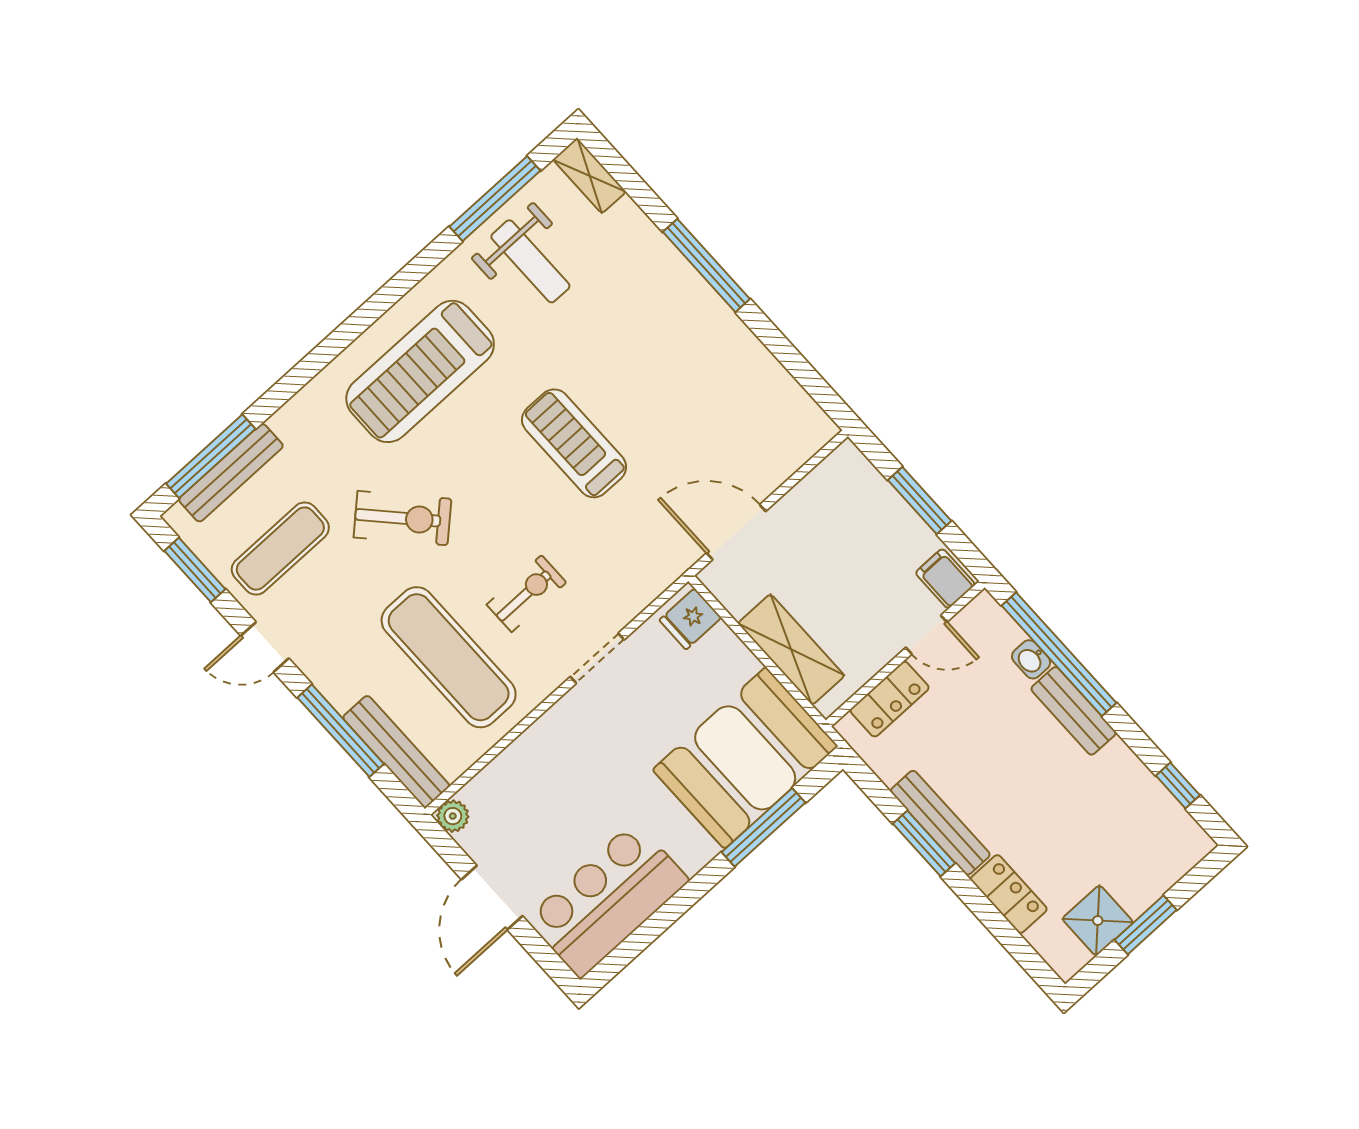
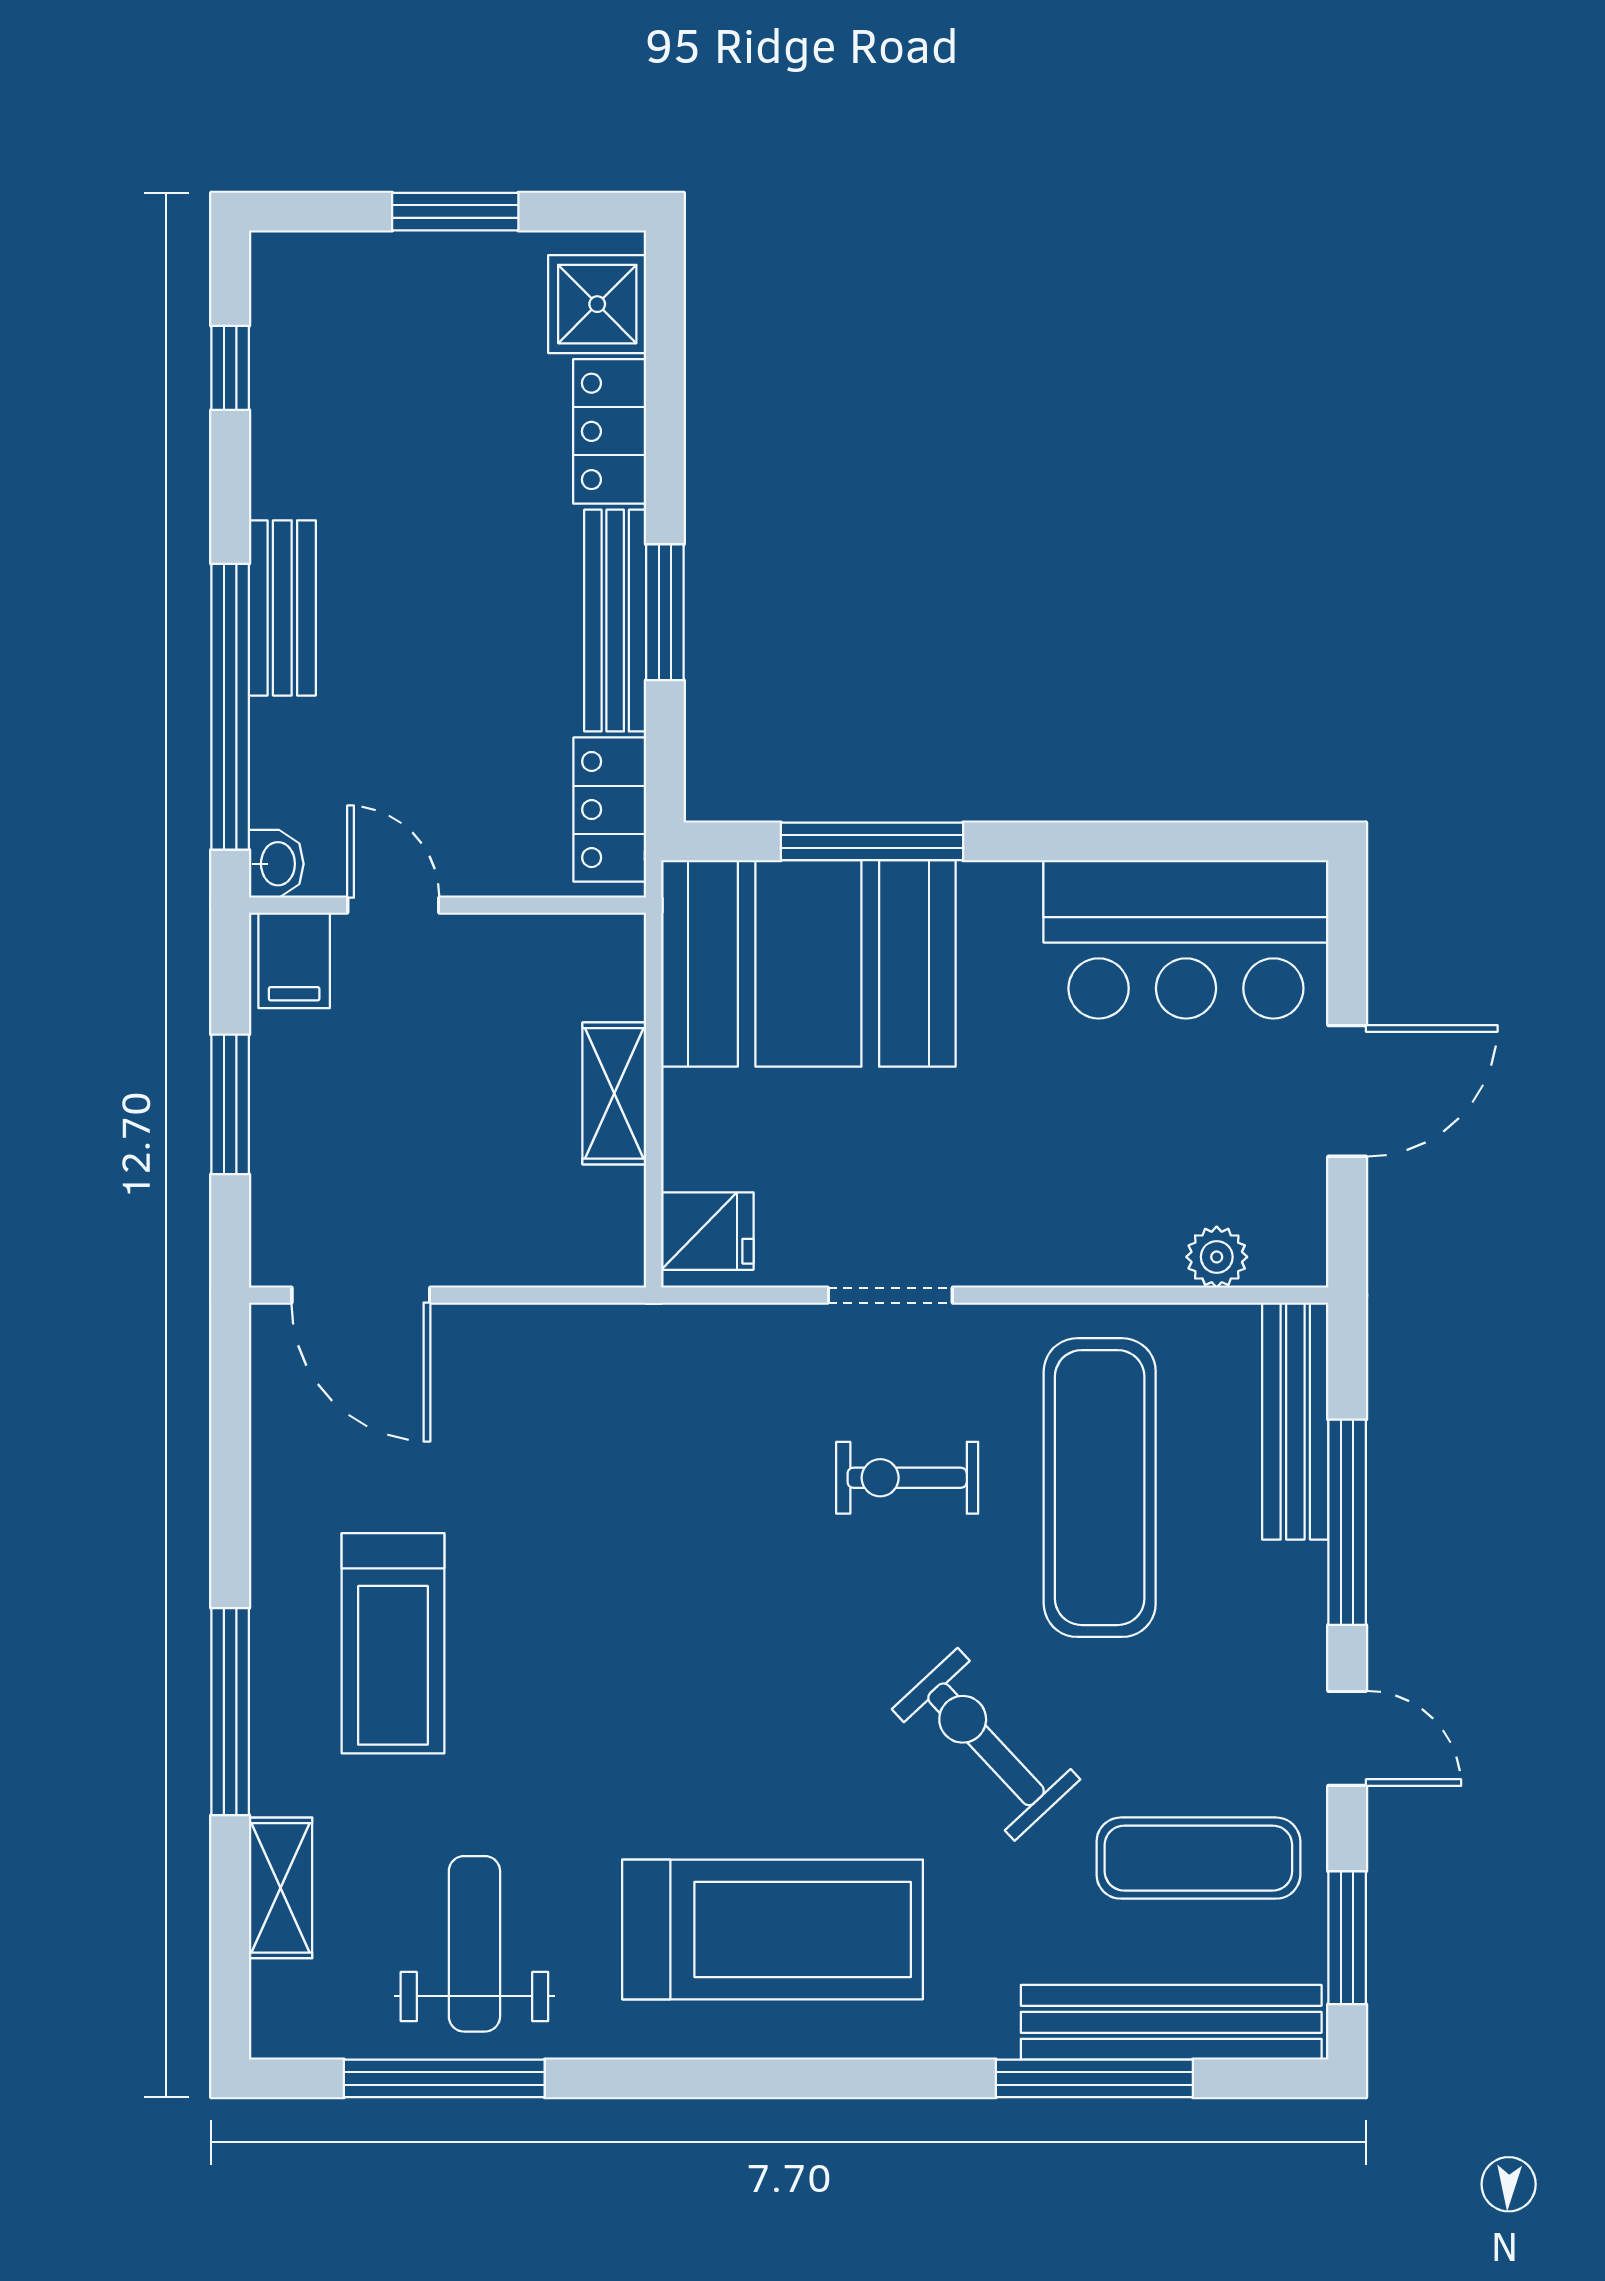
shelving: (589, 176) -> (281, 1888), moved
treadmill: (574, 443) -> (393, 1643), moved
window: (211, 456) -> (1094, 2078), moved
bench: (231, 473) -> (1171, 2022), width x1.37, depth x1.21
door: (736, 532) -> (361, 1295), moved
shelving: (791, 649) -> (614, 1093), width x0.67, depth x0.75
washbasin: (1031, 659) -> (276, 864), moved
locker: (890, 699) -> (610, 810), moved, turned -90
plant: (453, 816) -> (1217, 1257), moved
shower: (1098, 921) -> (597, 304), moved

